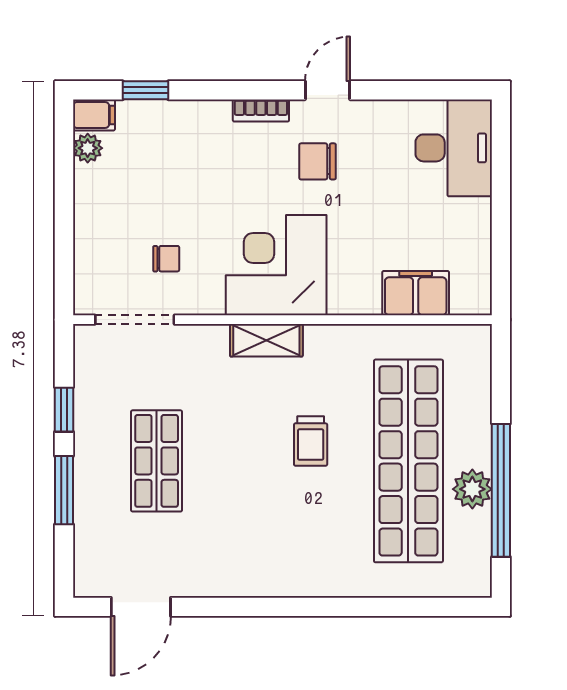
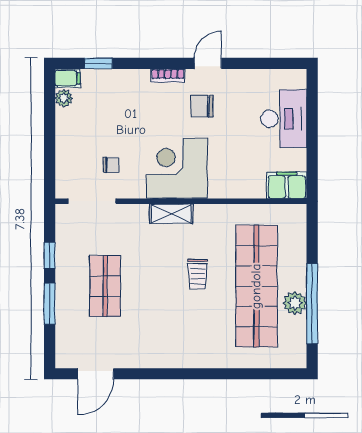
desk: (454, 148) -> (284, 119), moved
filing cabinet: (416, 293) -> (287, 185), moved

